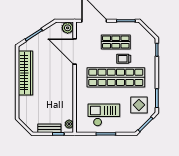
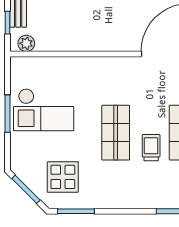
shop shelf: (116, 77) -> (116, 133), width x0.50, depth x0.74
checkout: (104, 115) -> (44, 110), turned 90

